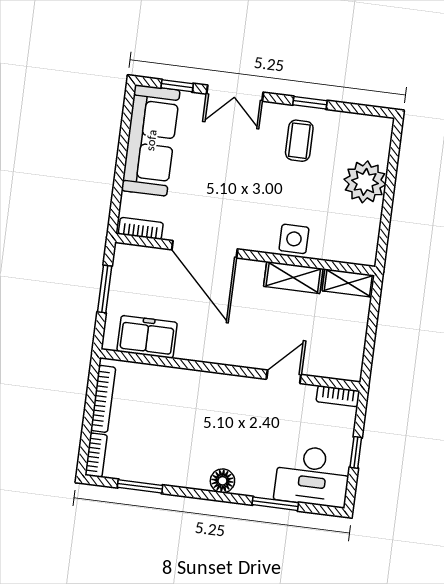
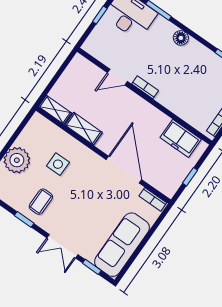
double door: (235, 93) -> (62, 246), swing flipped
side table: (294, 239) -> (58, 164), moved
window: (105, 289) -> (190, 177), width x0.67
bookcase: (338, 396) -> (145, 87), moved

